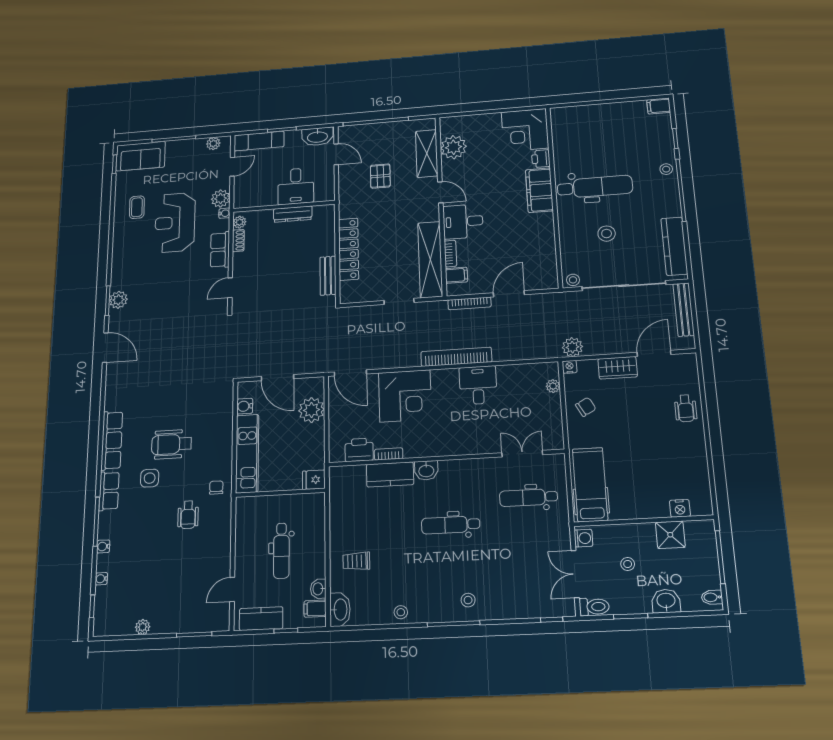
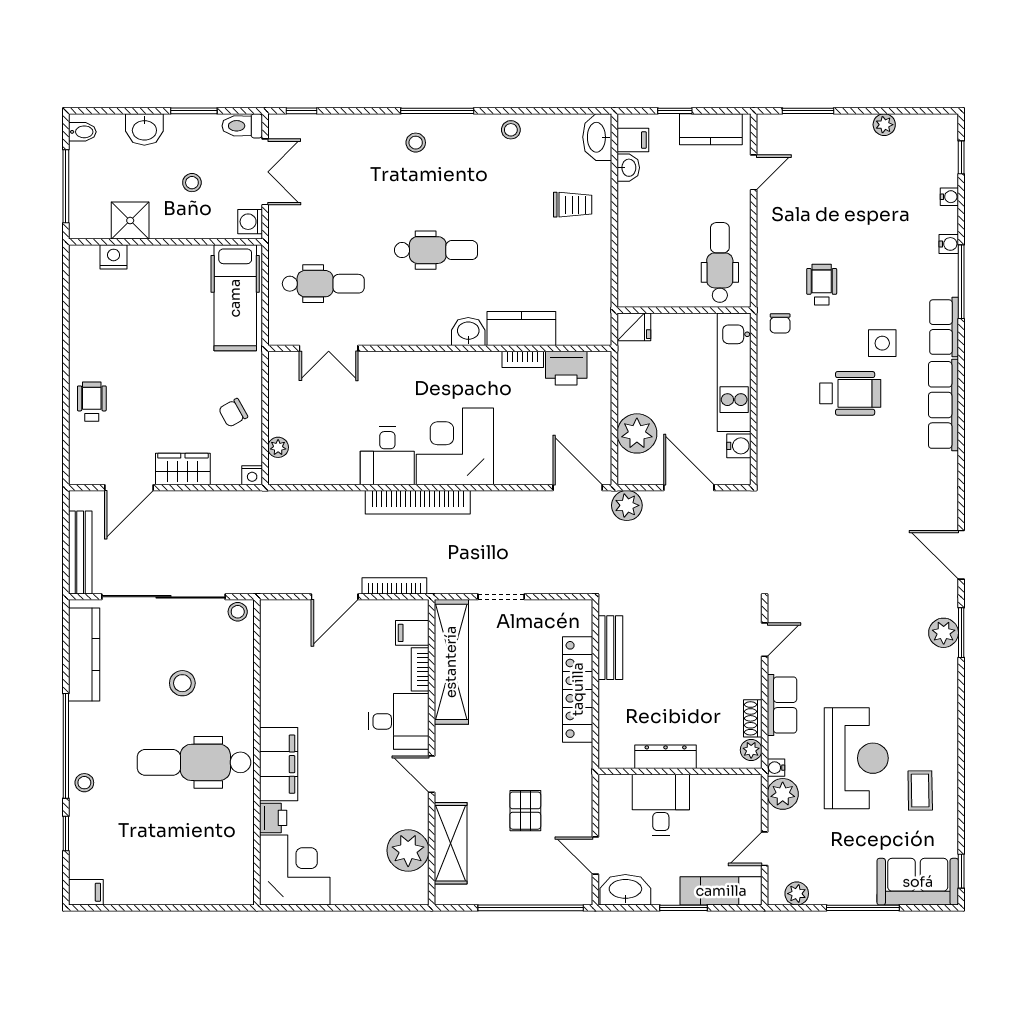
plant: (572, 347) -> (627, 505), moved
corner desk: (405, 396) -> (455, 446), moved
dental chair: (281, 551) -> (720, 262), moved

